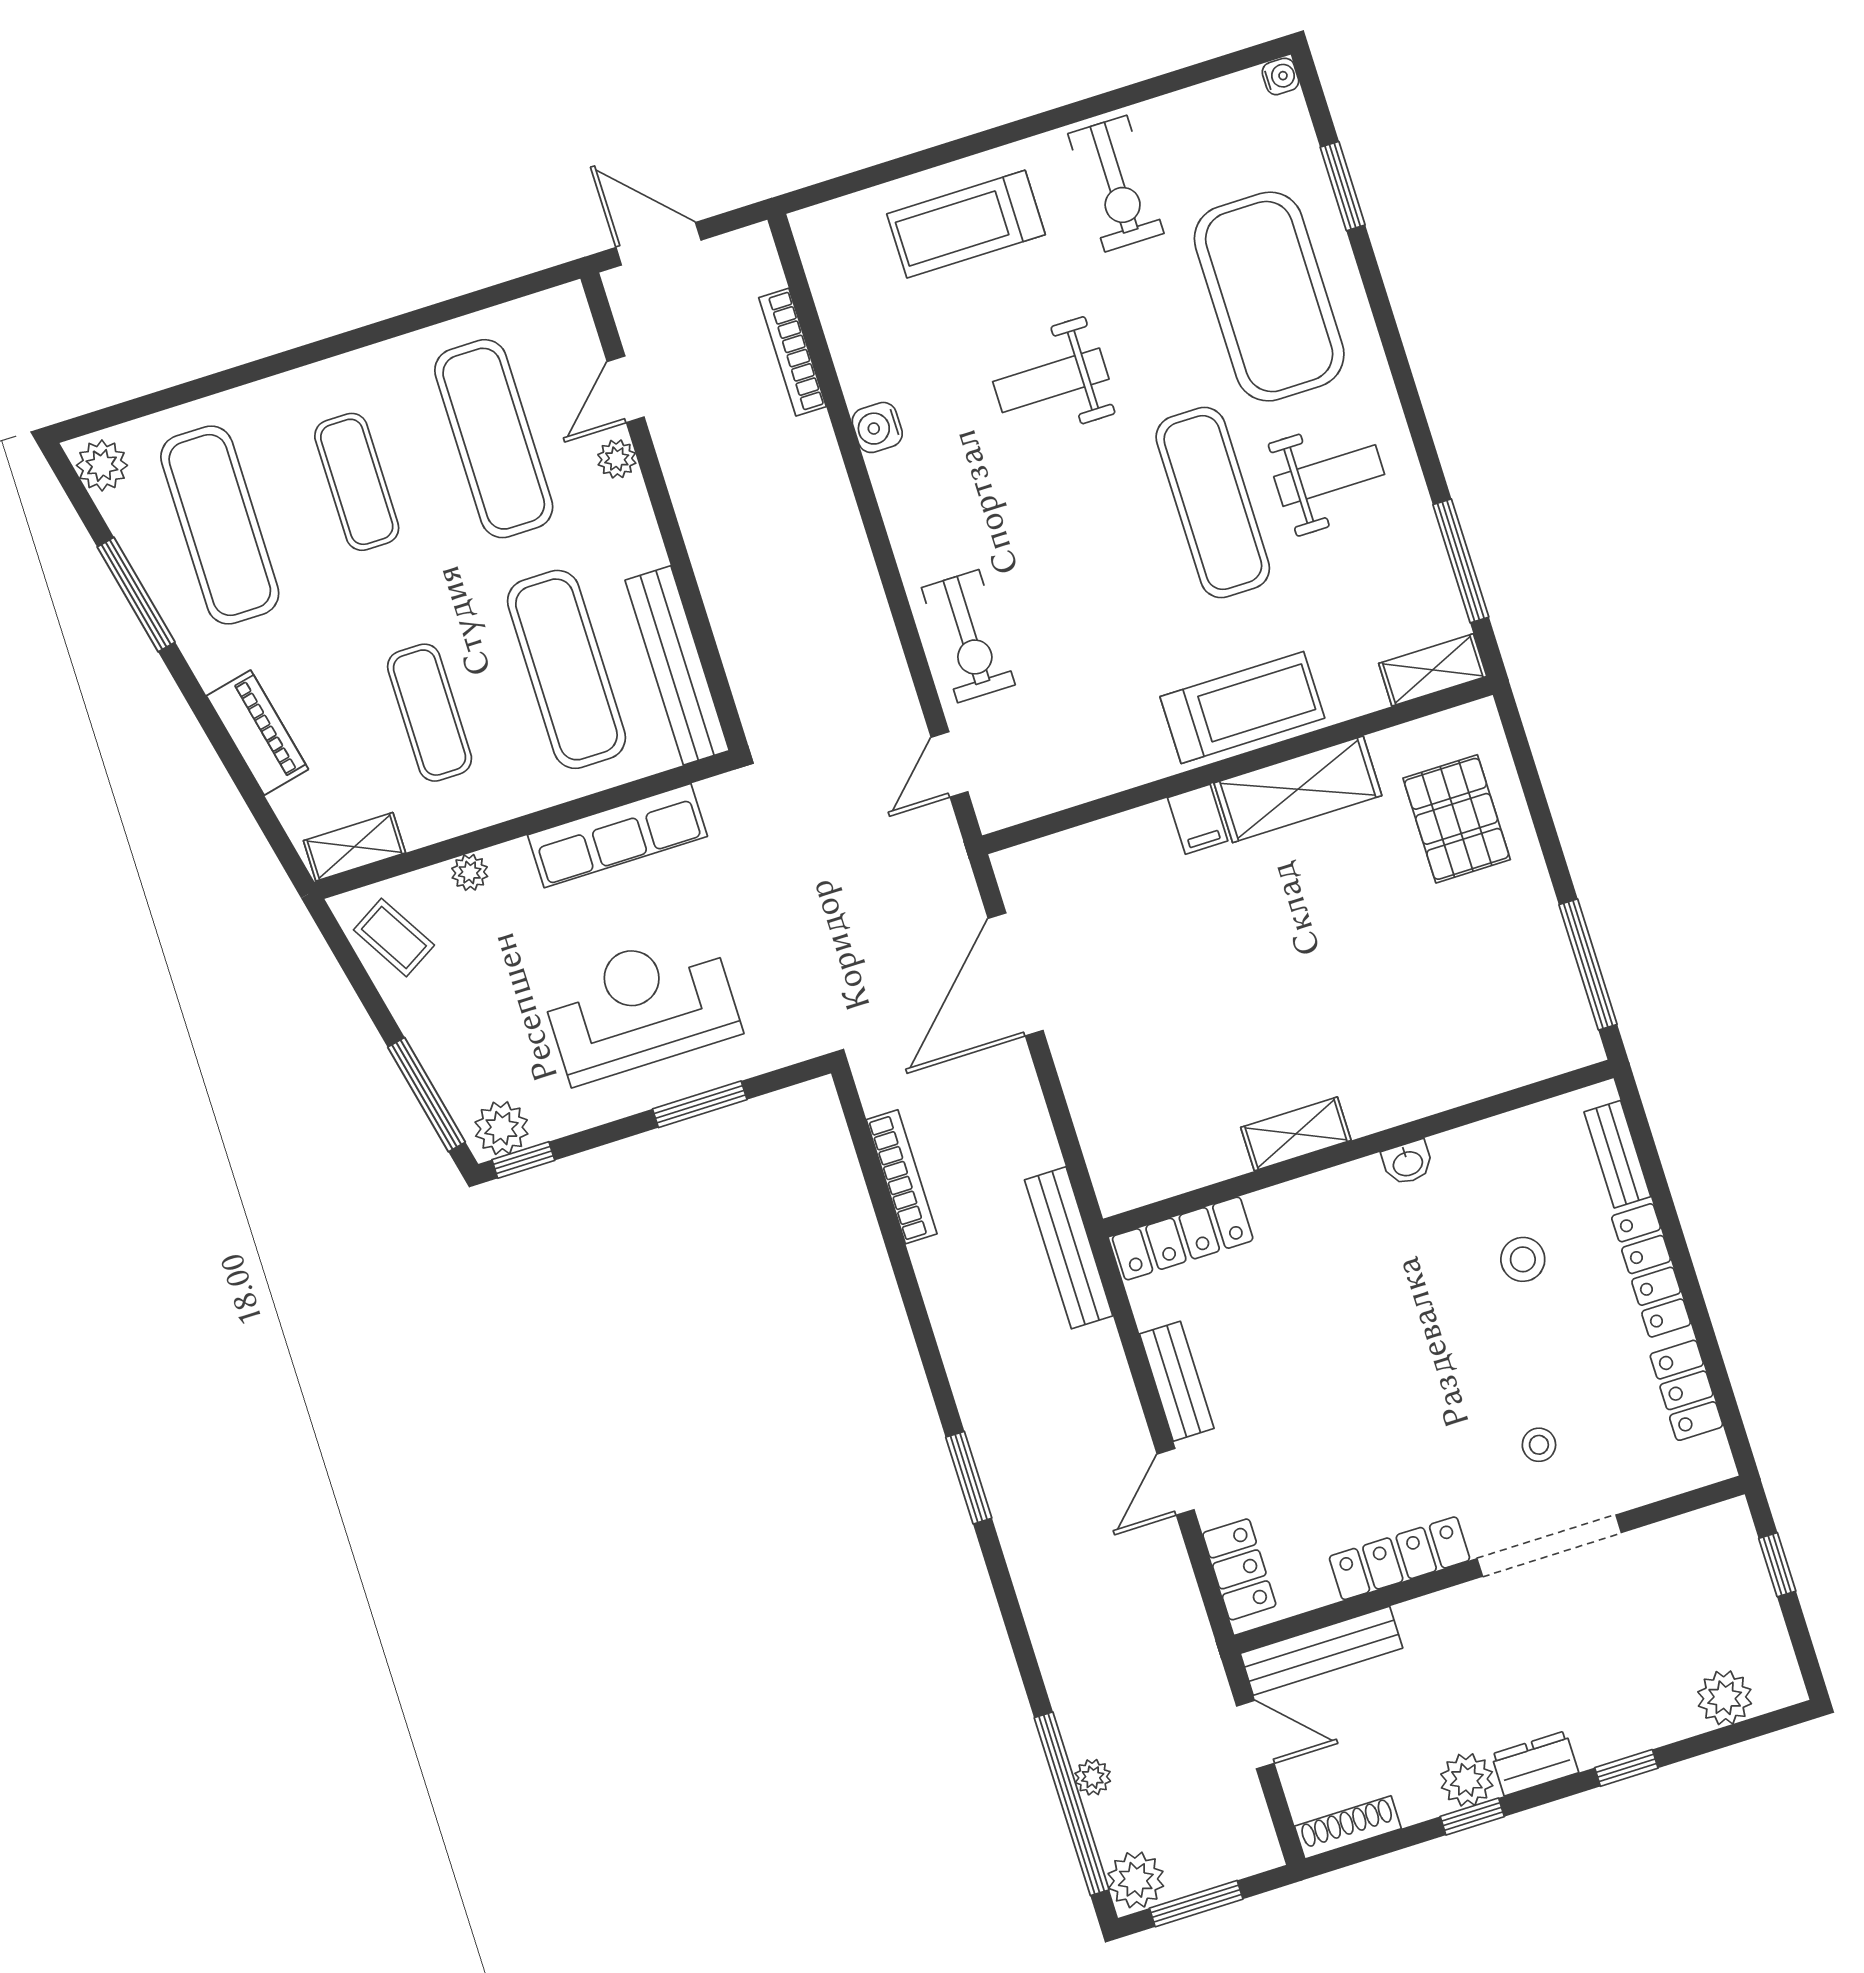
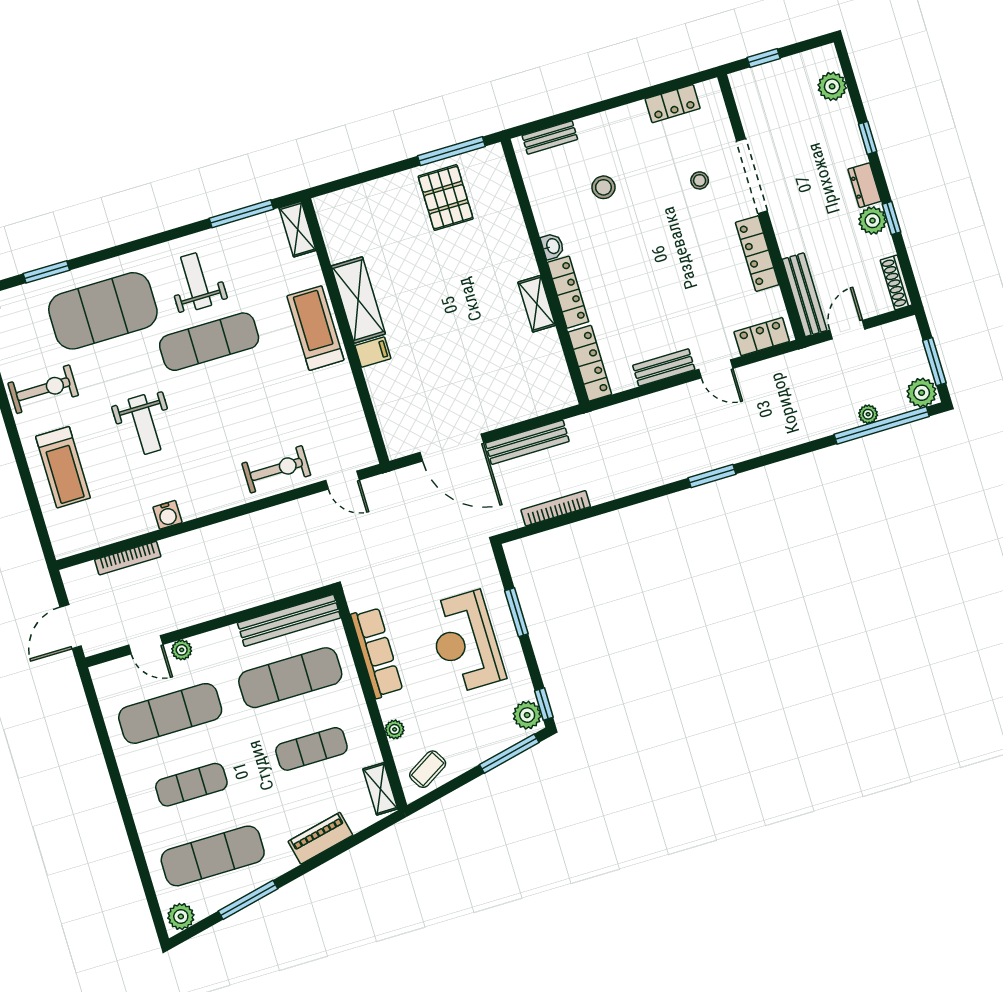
pallet: (1457, 819) -> (446, 198), moved, turned 90
bench: (1069, 1248) -> (527, 442), moved
locker: (1651, 1270) -> (568, 292), moved, turned -90

